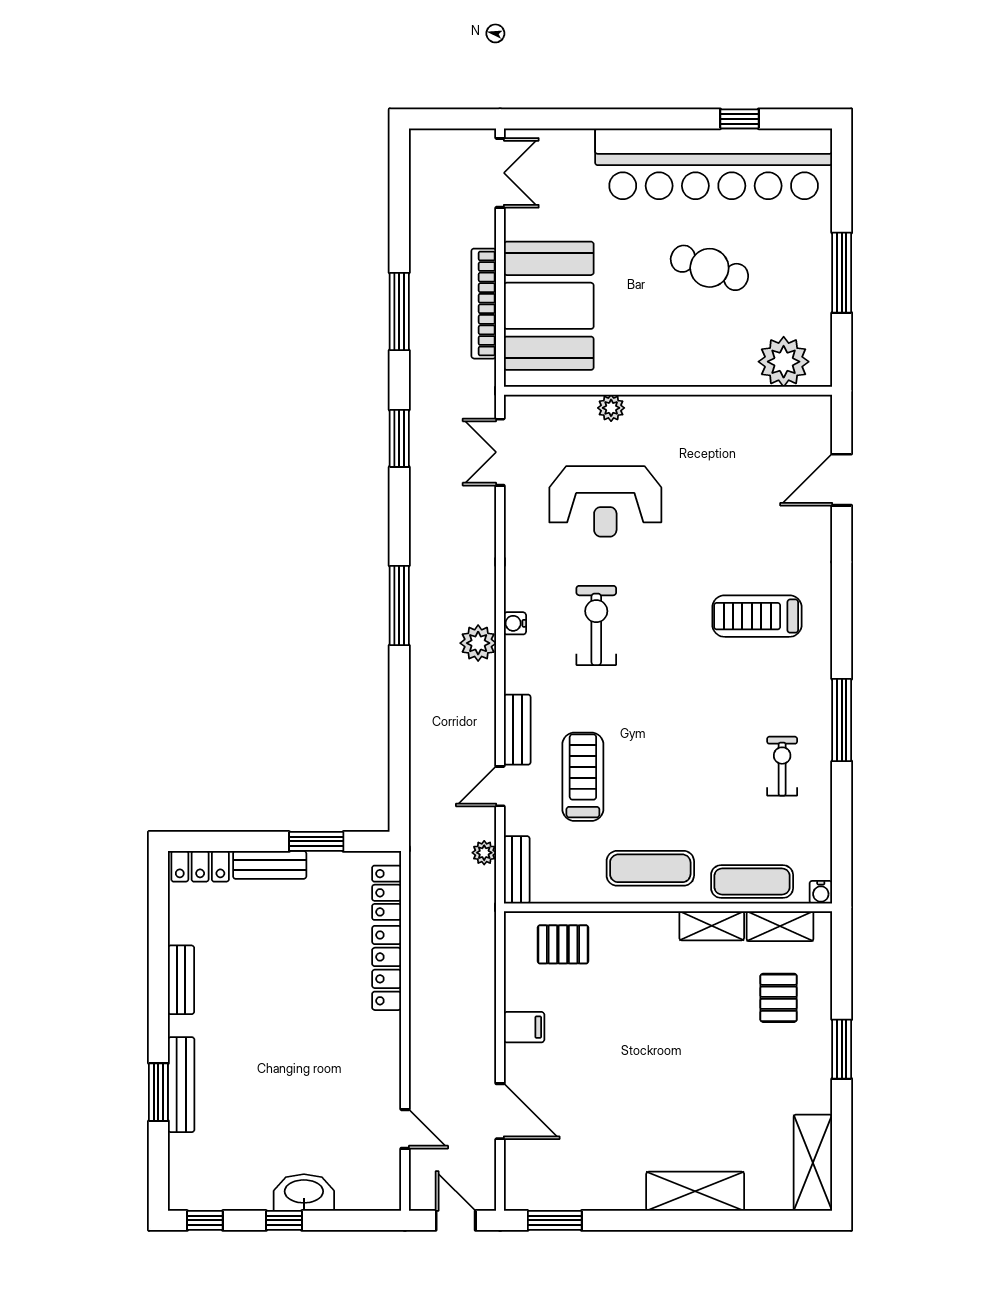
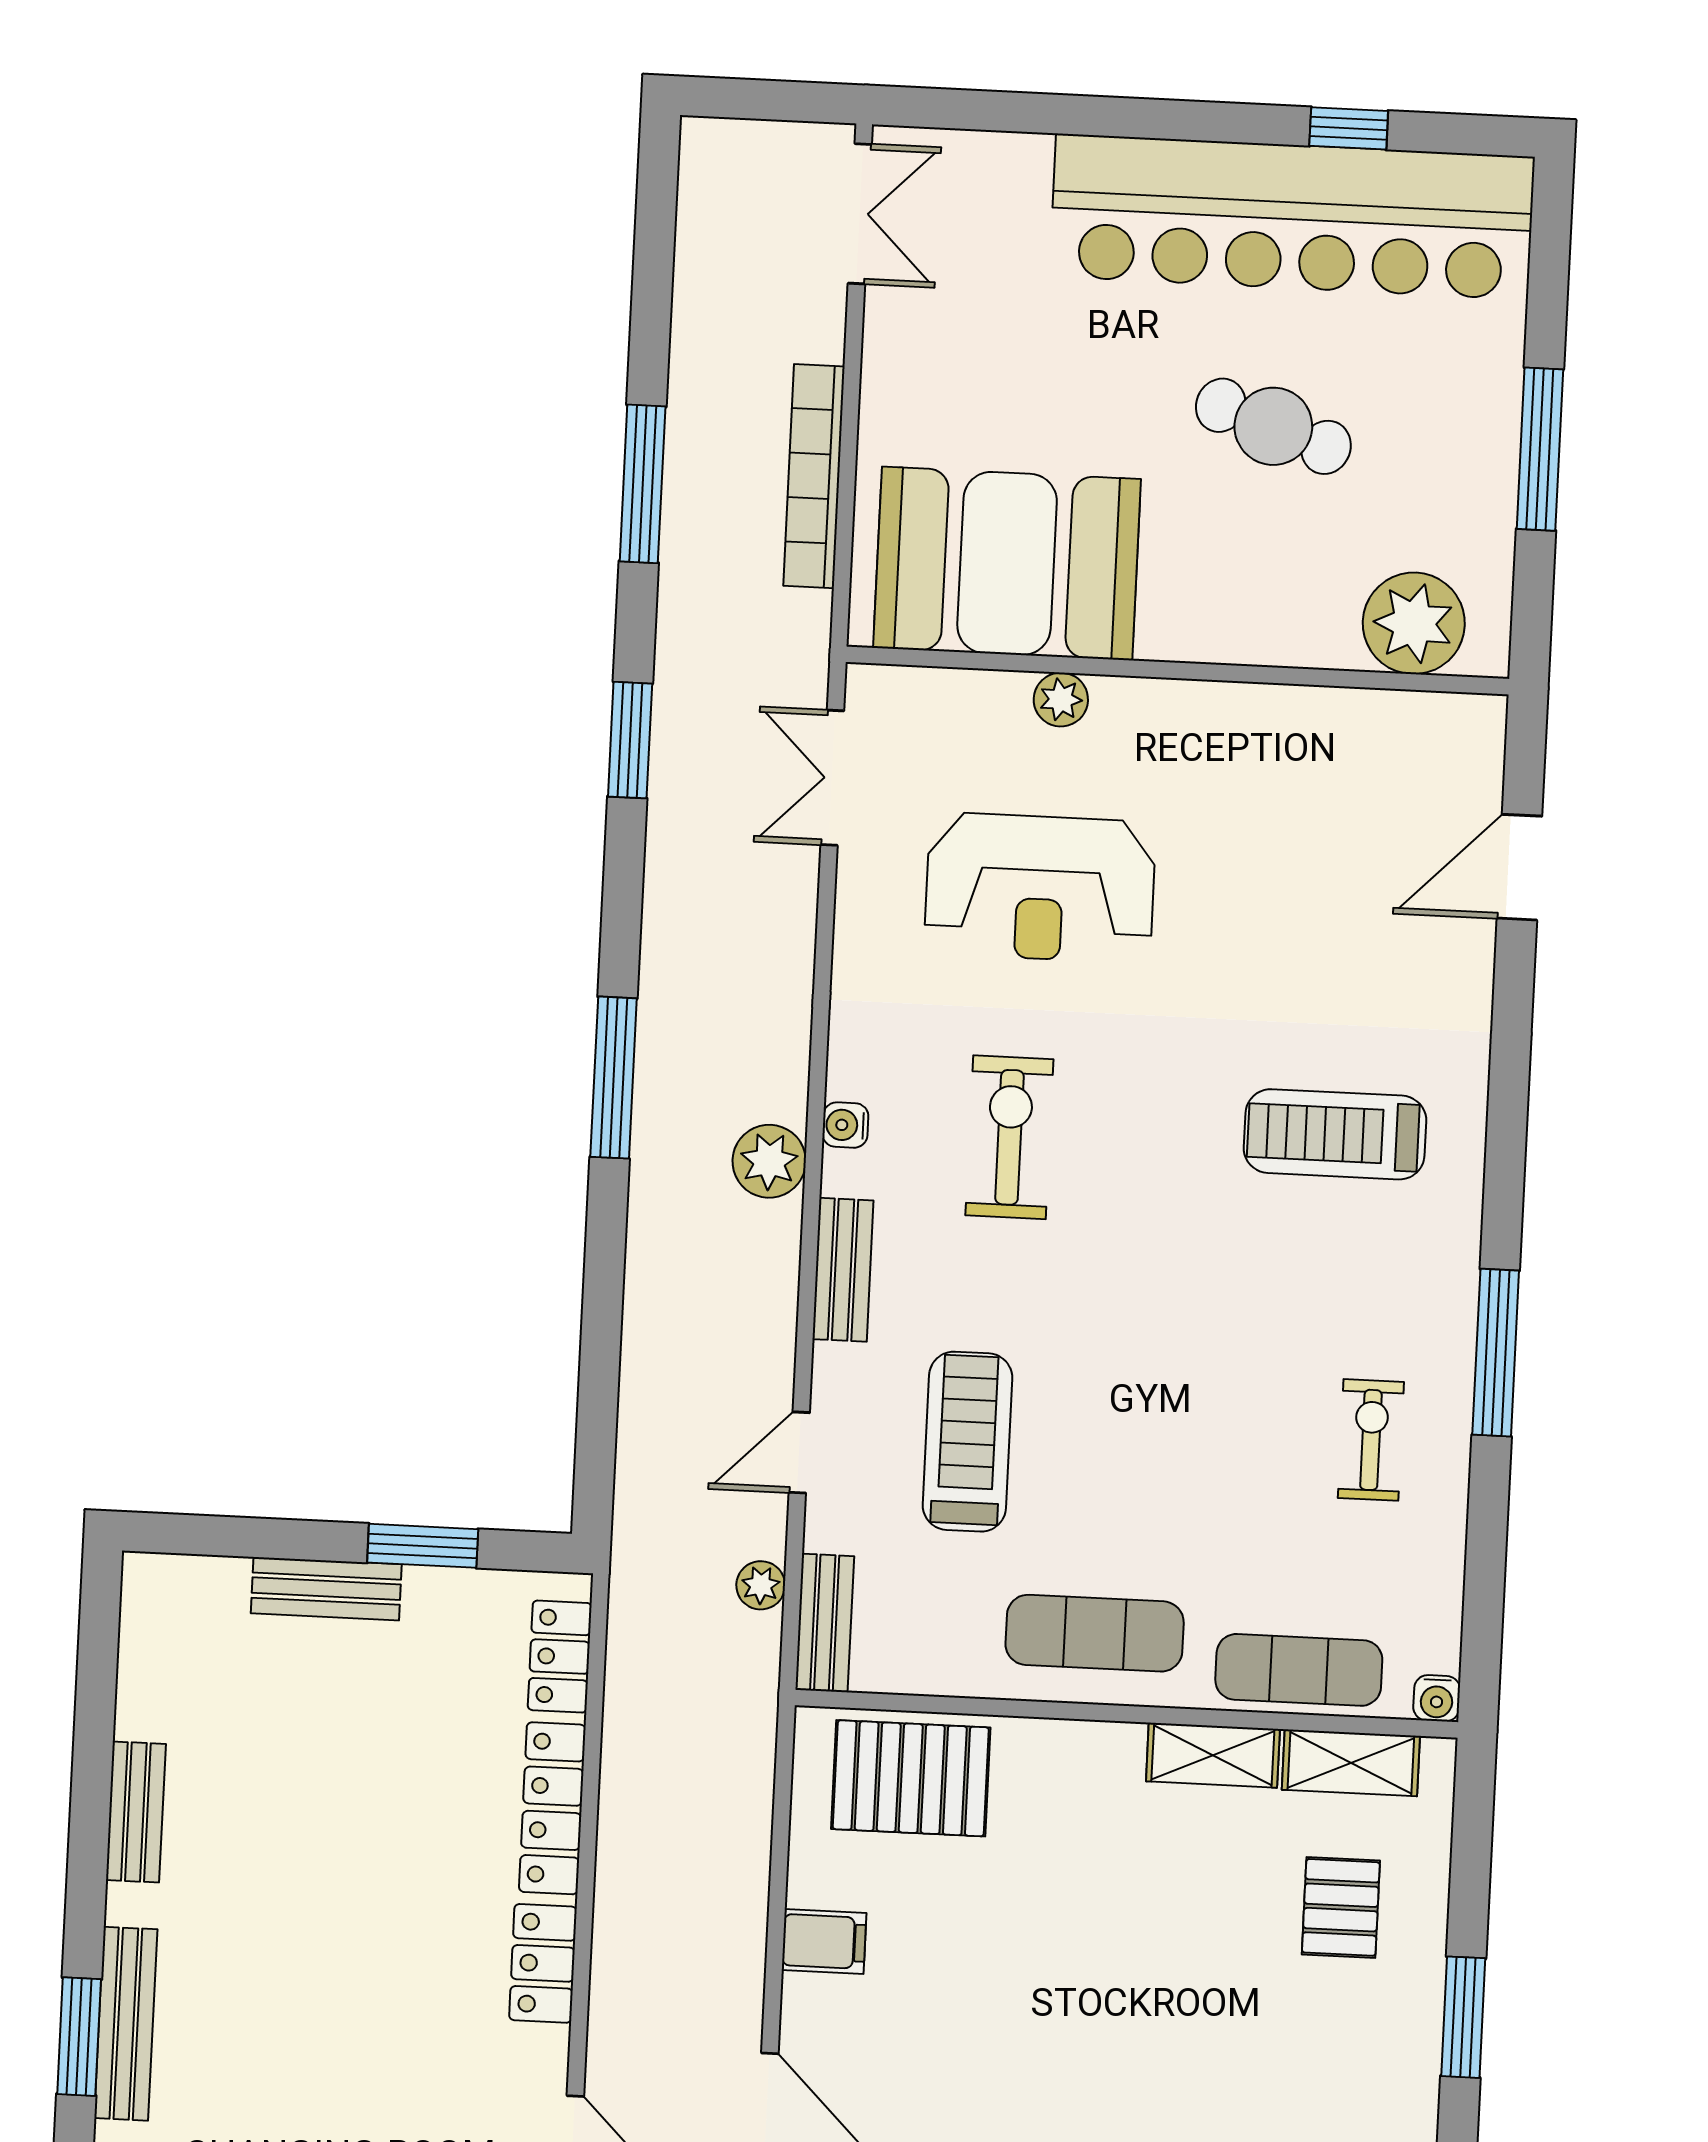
booth: (549, 306) -> (1007, 563), moved, turned 90
bench: (517, 730) -> (843, 1270), moved
locker: (200, 866) -> (543, 1963), moved, turned 90
pallet: (563, 944) -> (911, 1778), width x1.50, depth x1.42

